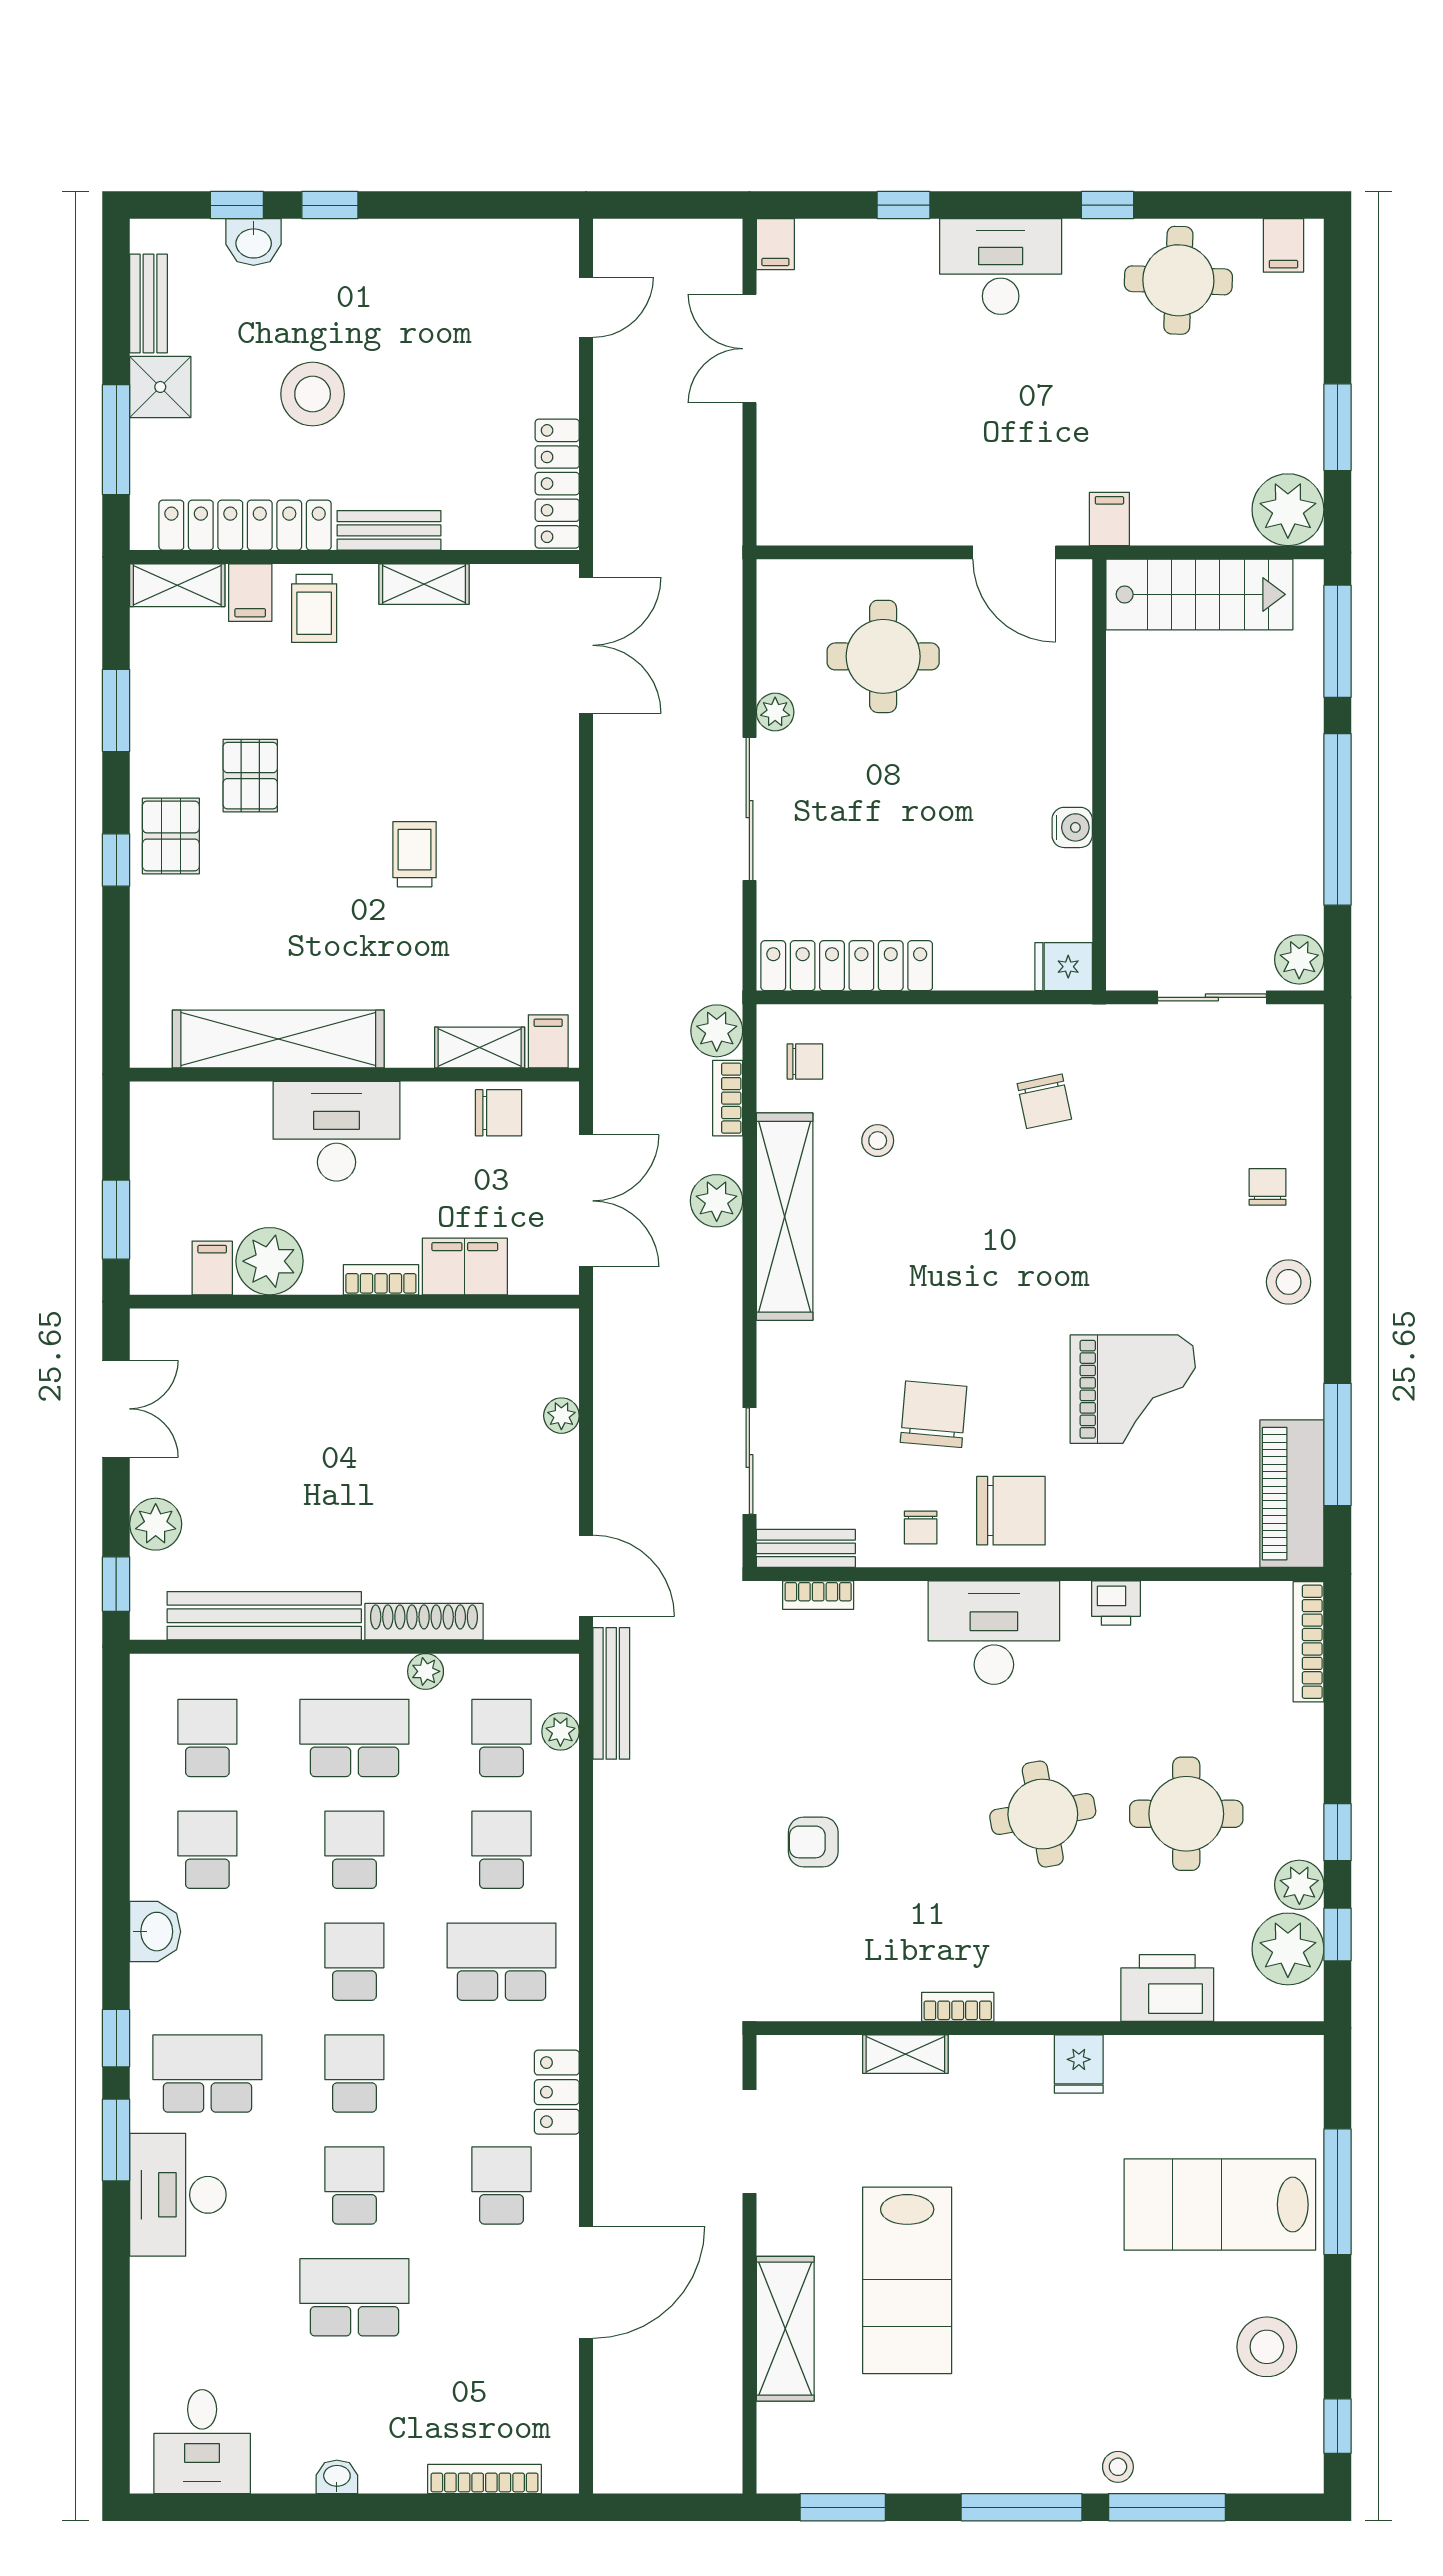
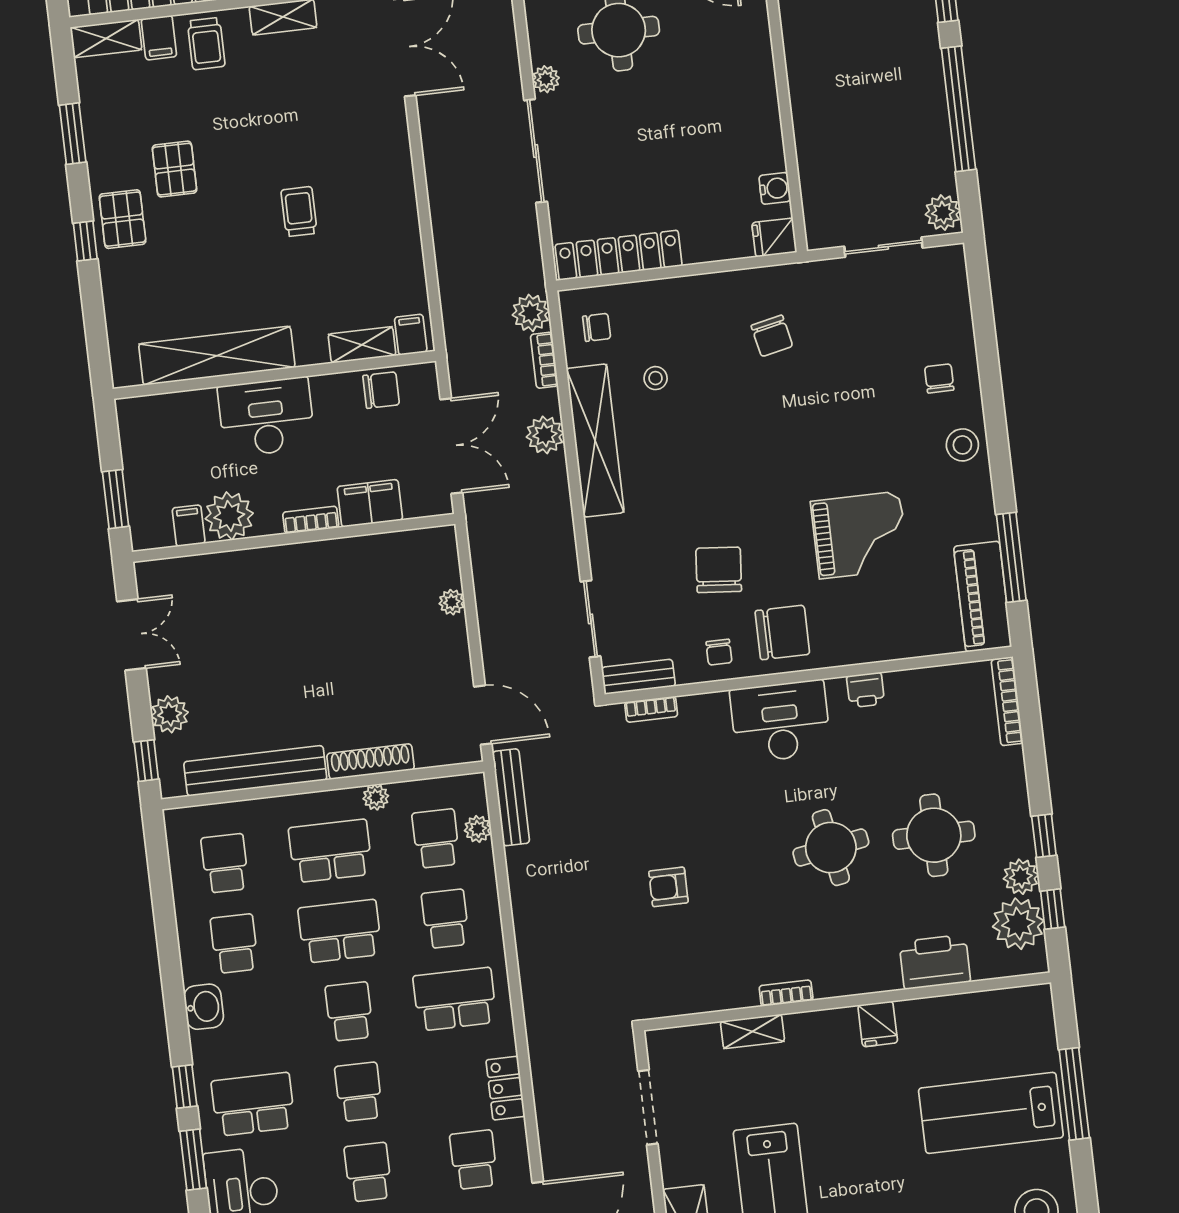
water cooler: (1072, 827) -> (775, 188), moved
school desk: (354, 1850) -> (340, 931), width x1.85

